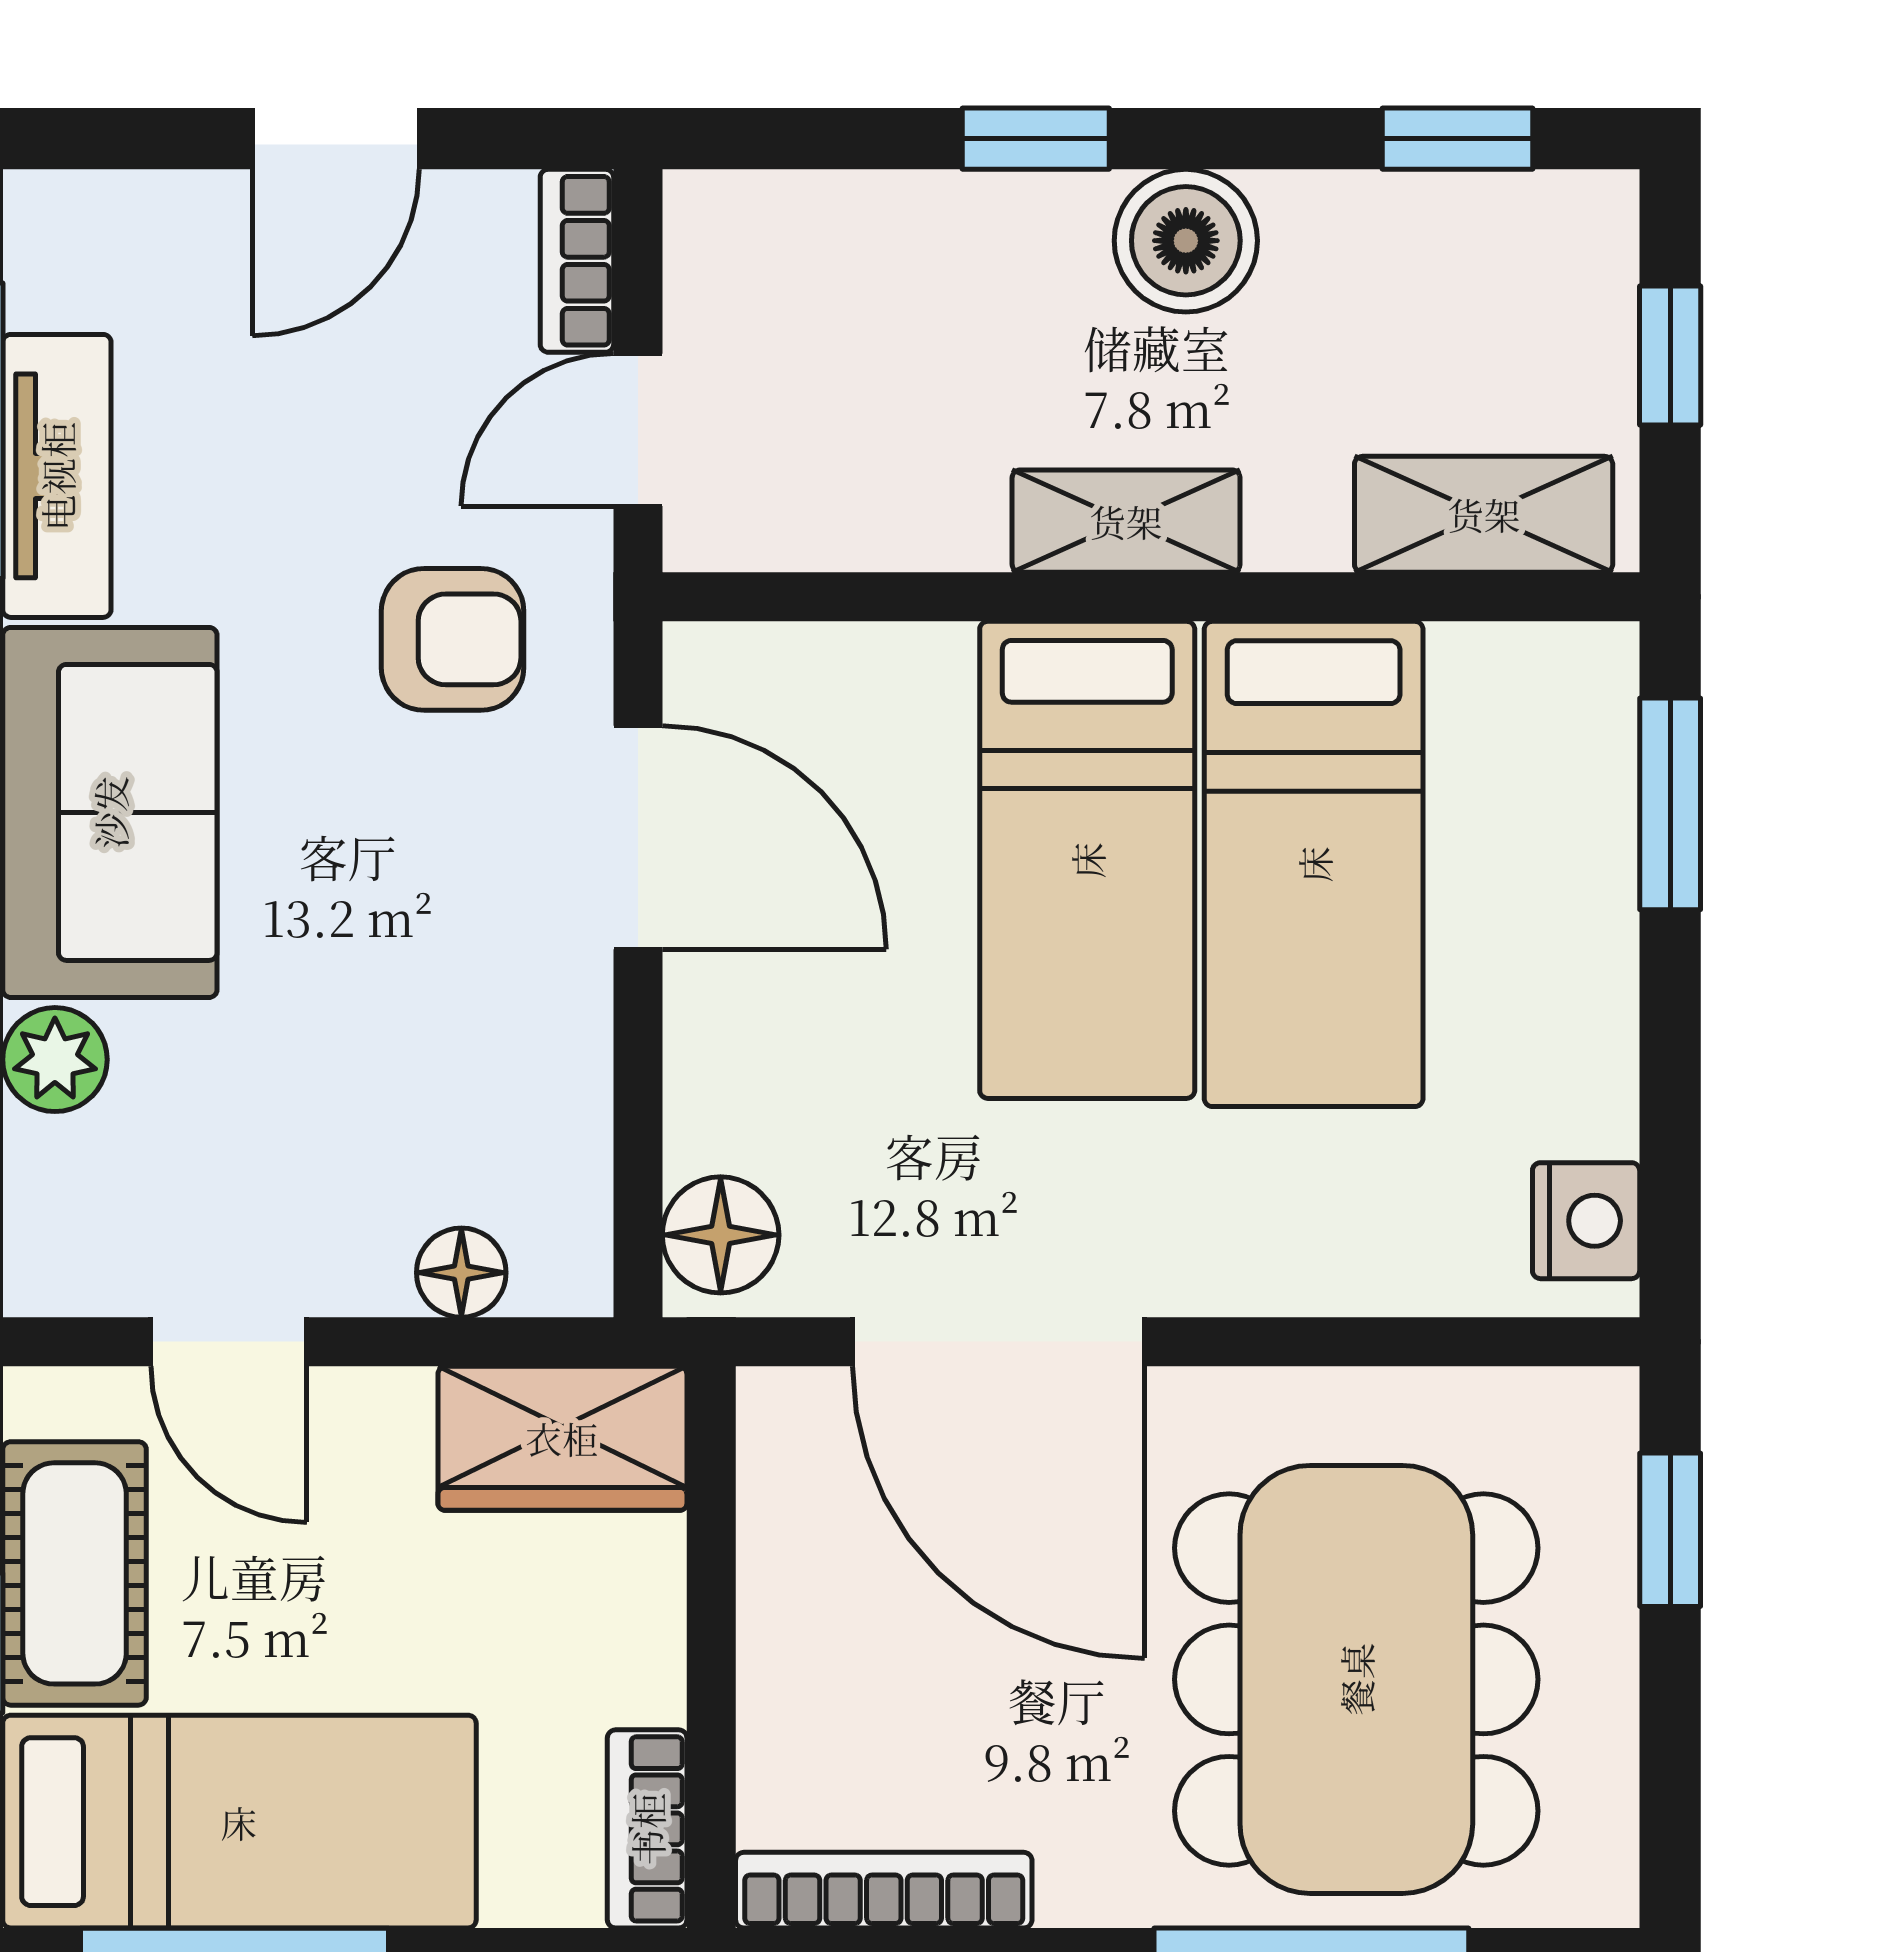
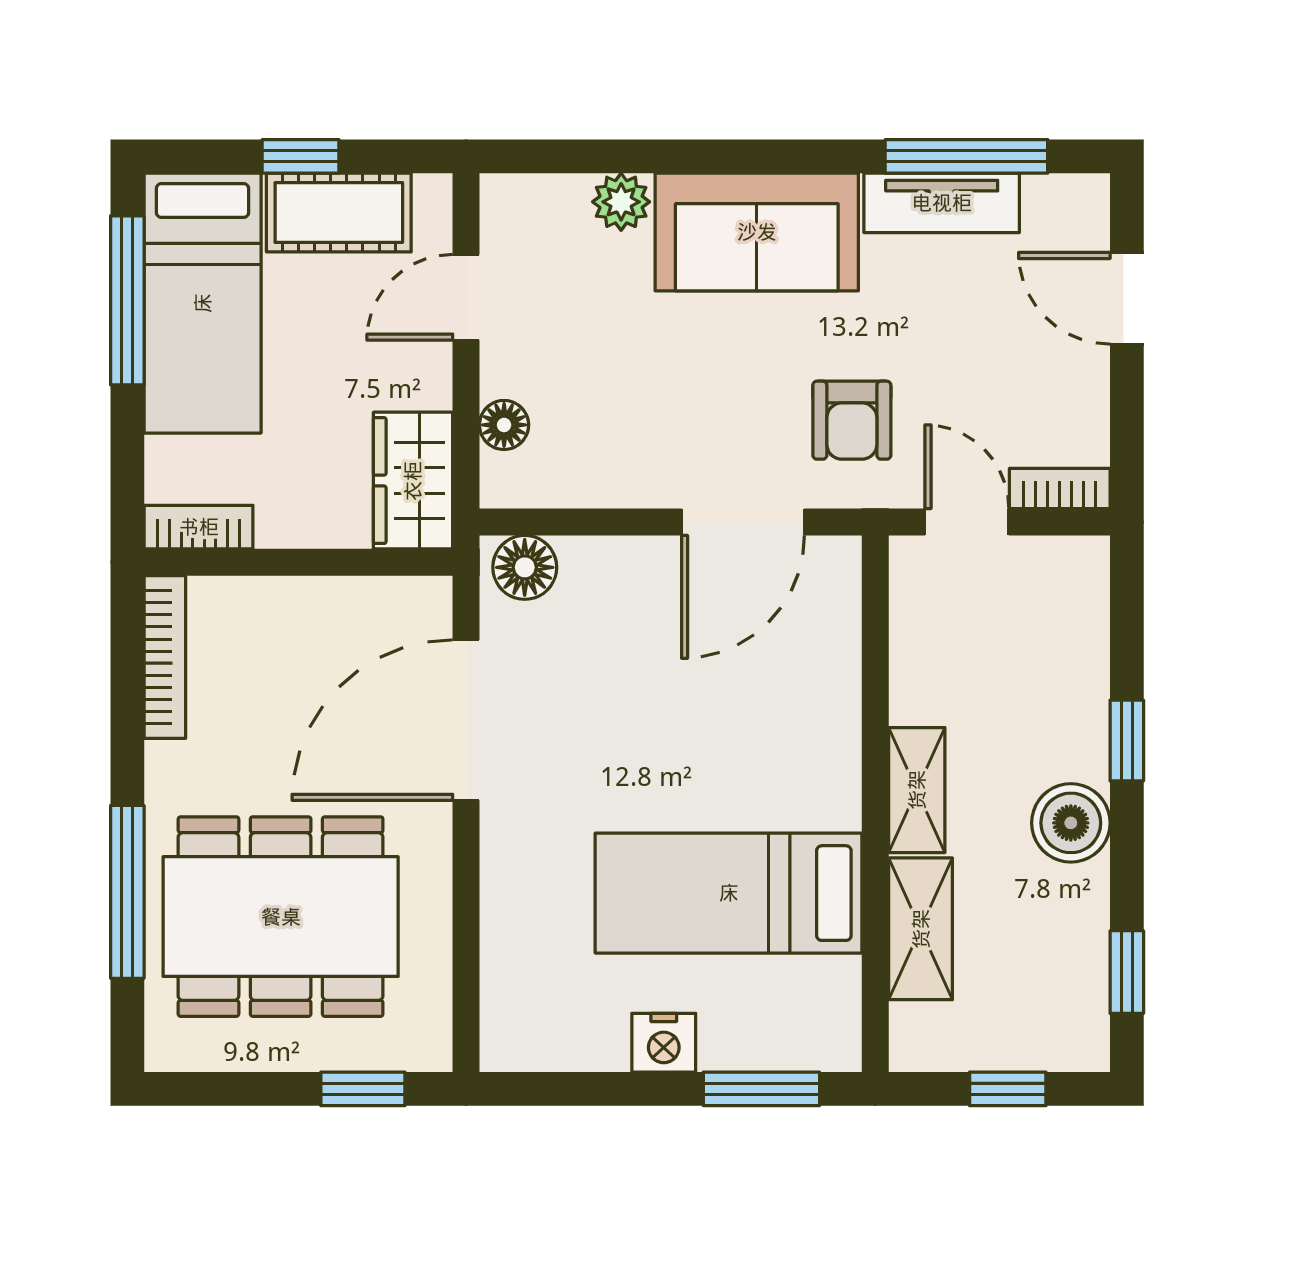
door: (336, 139) -> (1127, 298), moved
shelving: (1484, 514) -> (921, 929), moved
bed: (1087, 860) -> (731, 769), removed
nightstand: (1586, 1221) -> (664, 1043), moved

